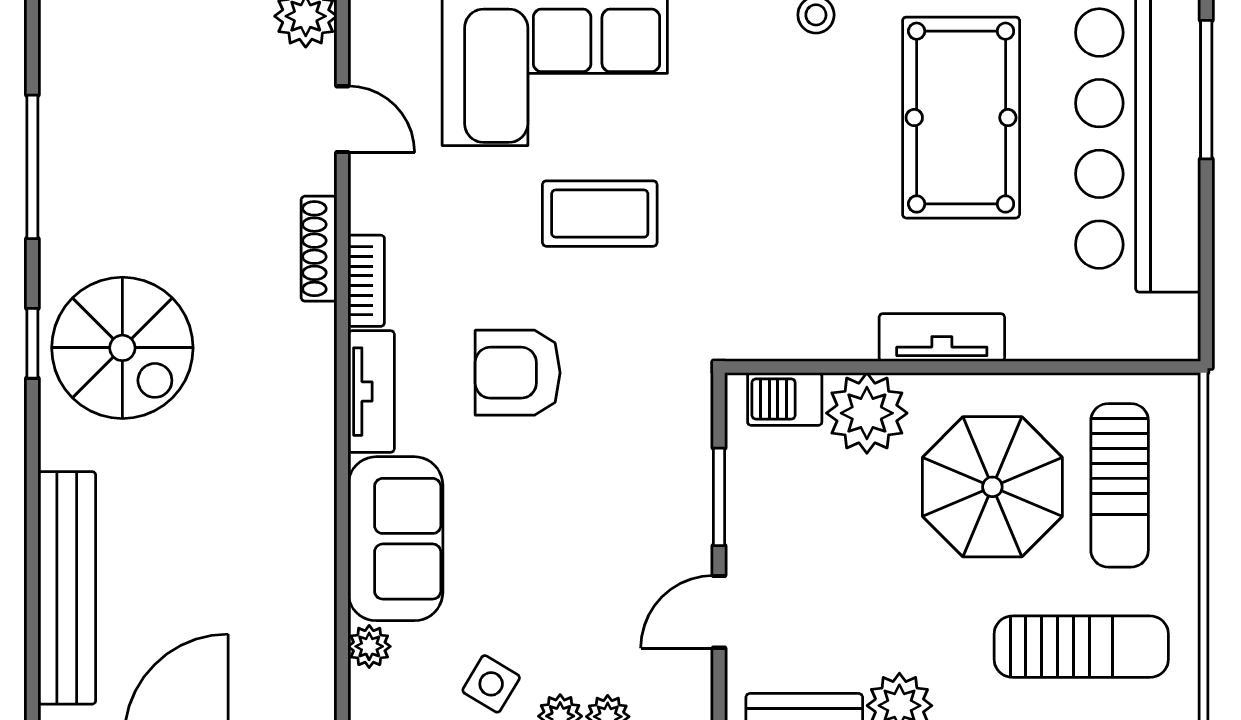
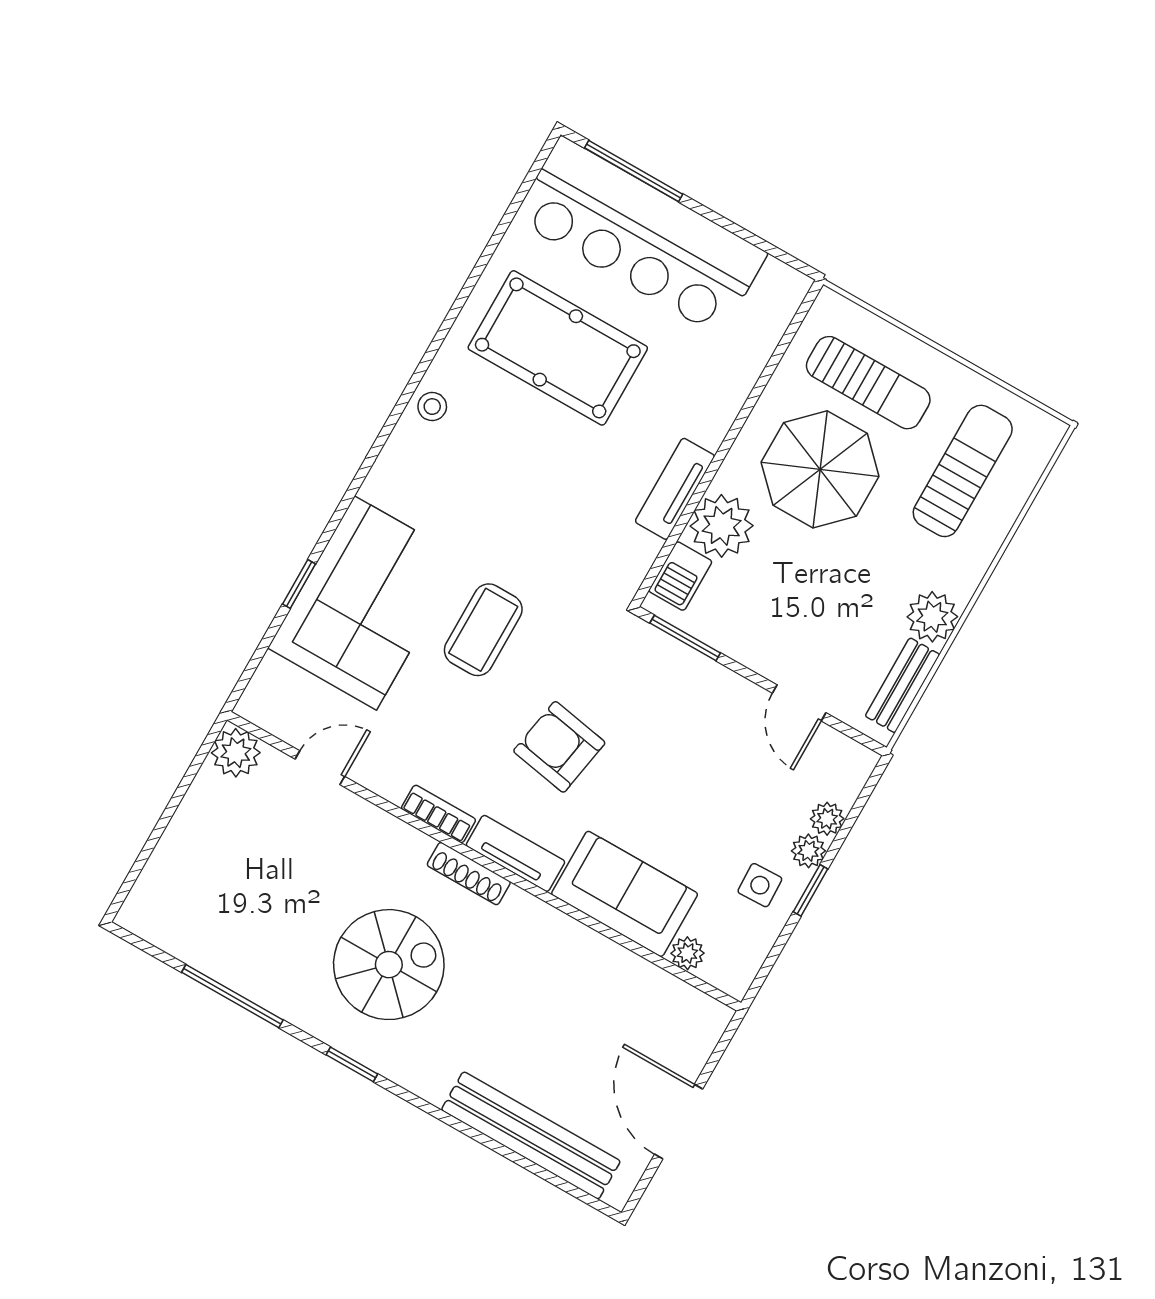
shoe rack: (319, 249) -> (469, 874), moved
tv unit: (942, 338) -> (675, 489), moved
spiral stairs: (122, 348) -> (389, 965), moved
armchair: (518, 373) -> (559, 747), turned 100
window: (719, 497) -> (685, 638), moved
side table: (491, 684) -> (760, 885), turned -33

